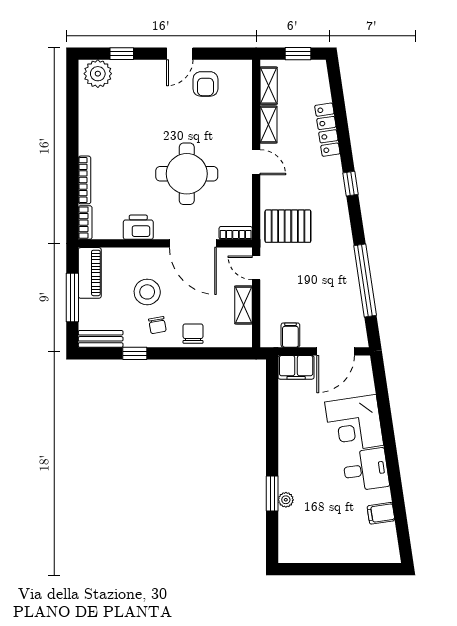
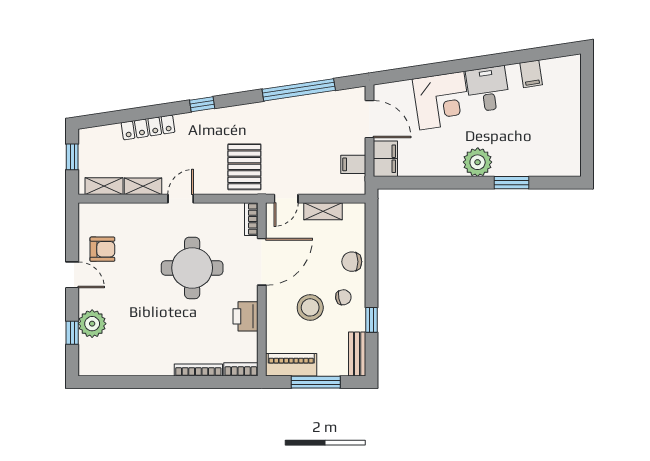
plant: (98, 74) -> (92, 324), moved
plant: (286, 500) -> (478, 162), moved, width x1.87, depth x1.87

